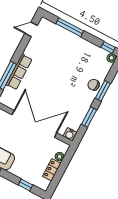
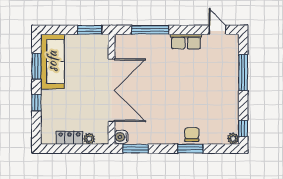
row of seats: (19, 72) -> (186, 41), moved, width x0.68
window: (89, 117) -> (135, 149), moved
window: (26, 185) -> (36, 103), moved

